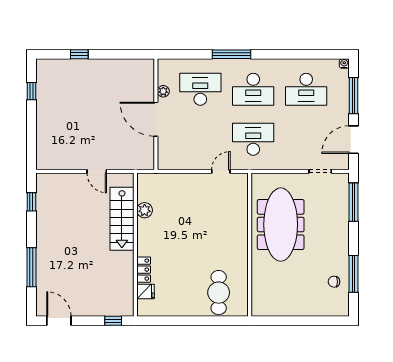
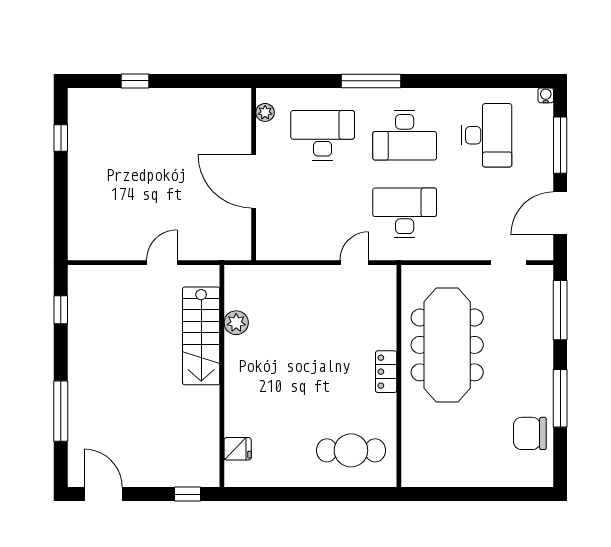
desk: (306, 89) -> (487, 135), turned -90
plant: (163, 91) -> (265, 112), moved
door: (97, 171) -> (162, 263), swing flipped
locker: (144, 270) -> (386, 372), moved, turned 180
window: (354, 274) -> (560, 398), moved
chair: (334, 282) -> (530, 433), width x1.87, depth x1.87
cafe table: (219, 293) -> (351, 450), turned 90

